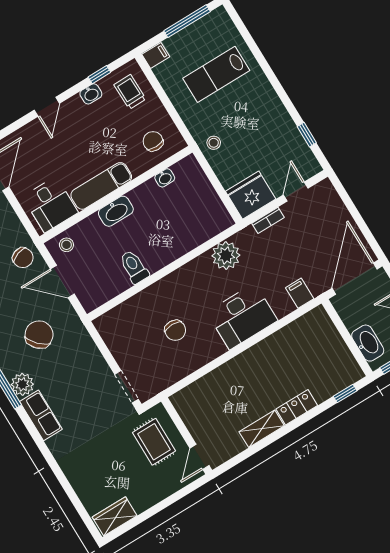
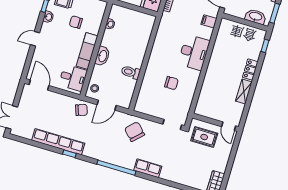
door: (47, 107) -> (35, 39), swing flipped
chair: (153, 141) -> (76, 22), moved
plant: (226, 256) -> (164, 33), removed
chair: (39, 335) -> (135, 132), moved
plant: (22, 384) -> (128, 162), removed

